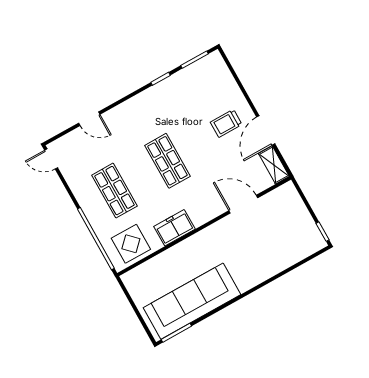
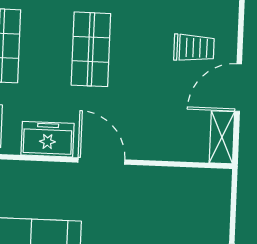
trolley: (226, 123) -> (194, 48), turned 180
door: (243, 204) -> (101, 161), moved

